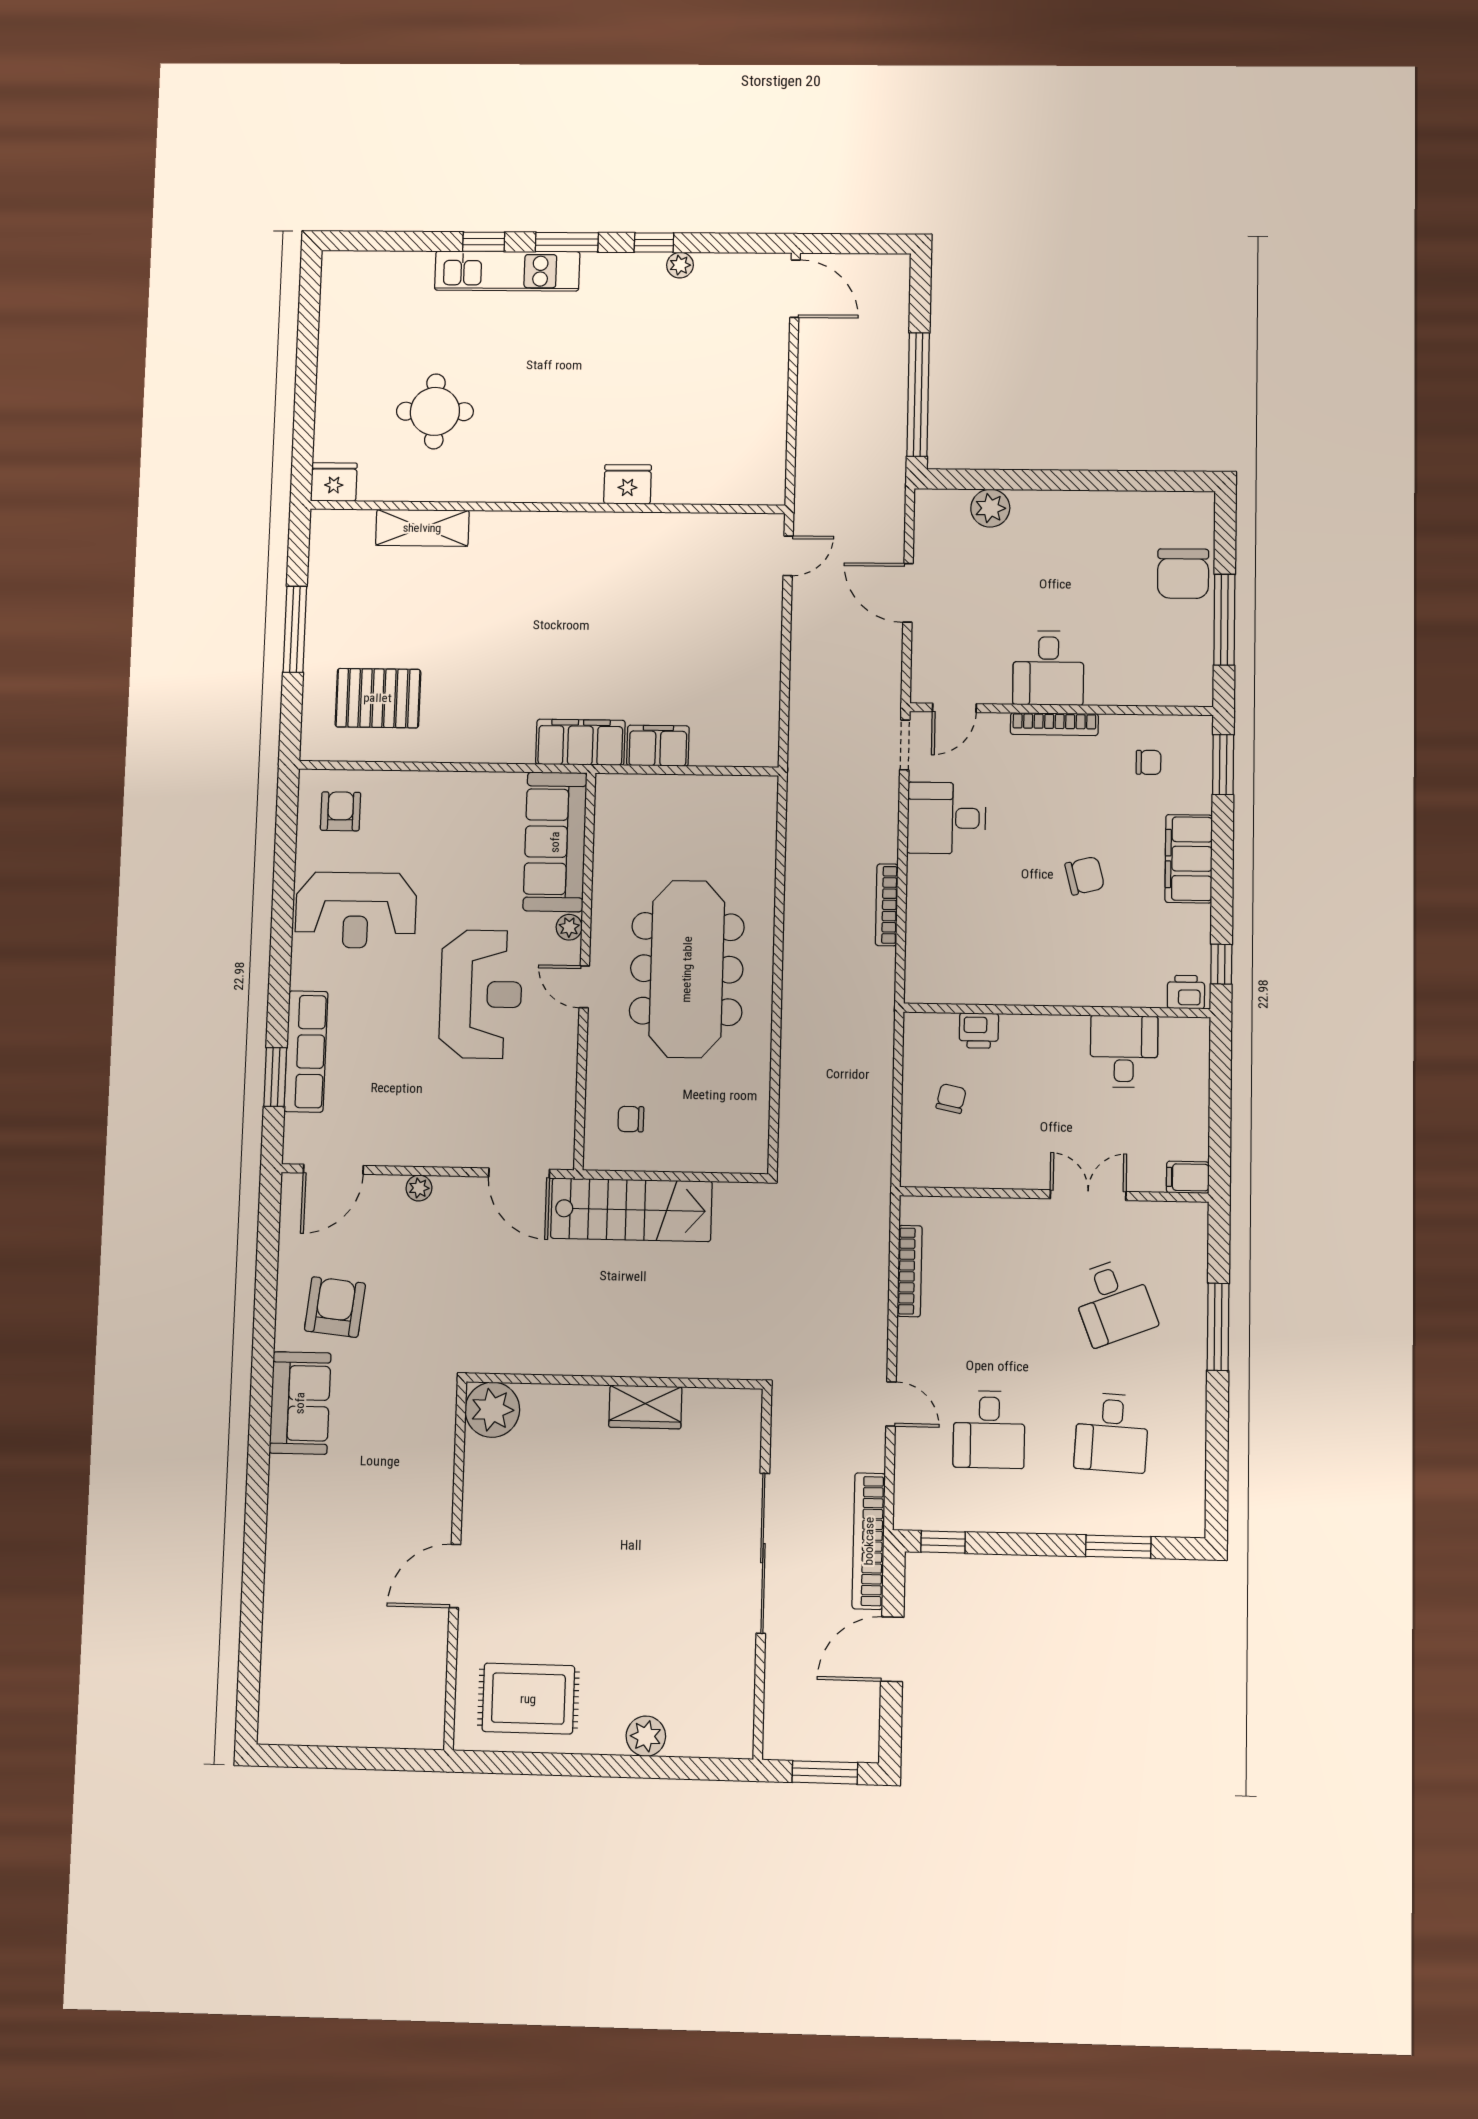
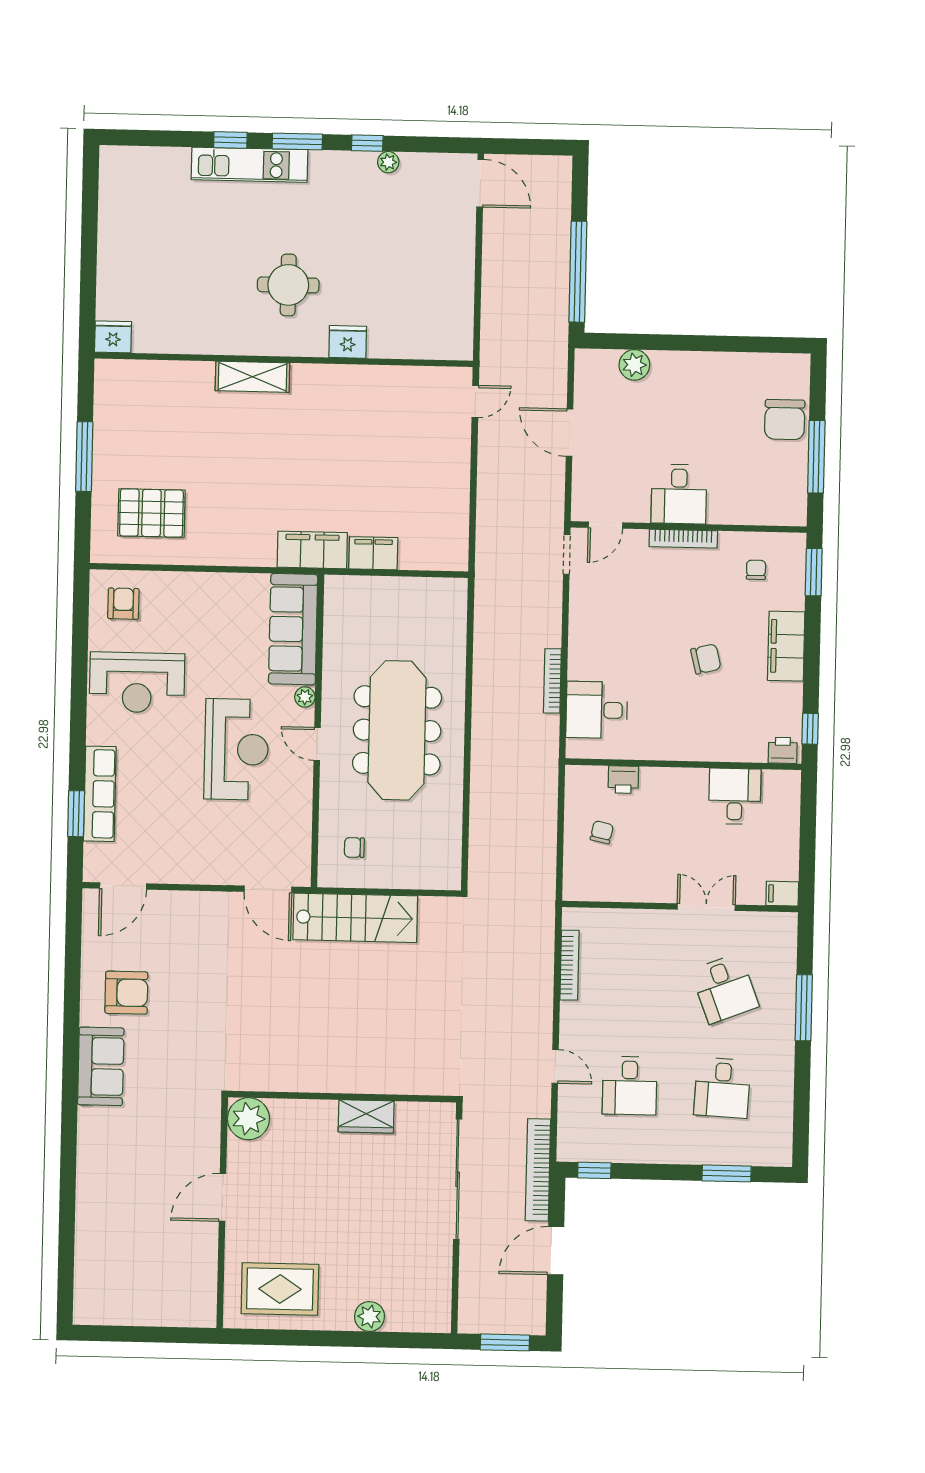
round table: (435, 411) -> (288, 285), moved
shelving: (422, 528) -> (252, 377), moved
chair: (1149, 762) -> (756, 570), turned -90
desk: (946, 818) -> (597, 710), moved
plant: (419, 1188) -> (190, 901), removed
armchair: (335, 1307) -> (126, 993), turned 84
wall: (614, 1381) -> (342, 1097), moved
wardrobe: (645, 1407) -> (366, 1116), moved
plant: (492, 1410) -> (248, 1119), moved

